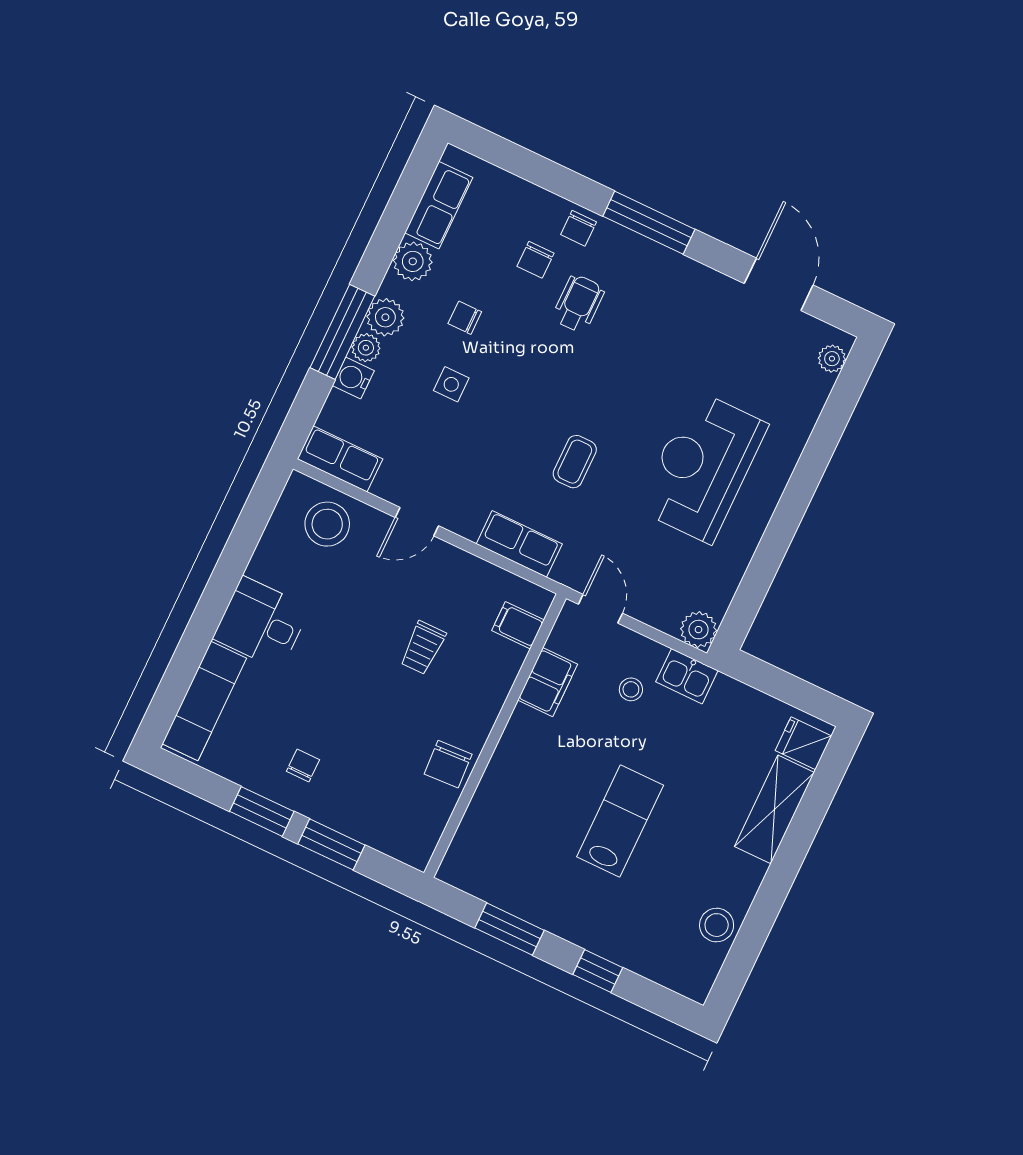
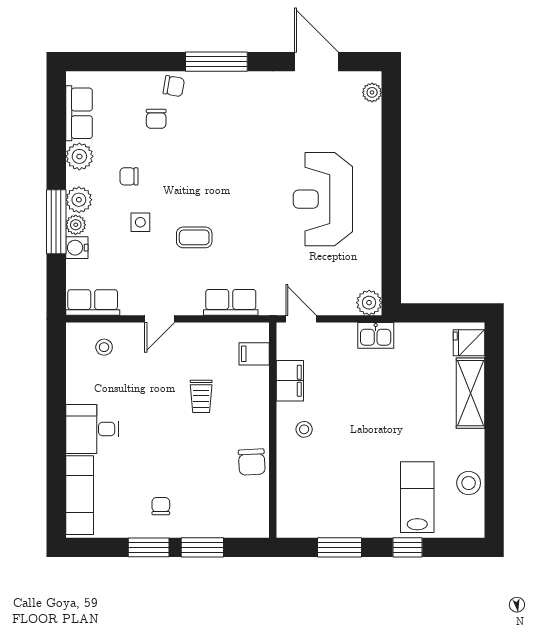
chair: (579, 228) -> (174, 86), turned -80
wheelchair: (578, 304) -> (196, 134), removed
coffee table: (575, 462) -> (194, 237), moved, turned 90
stool: (327, 524) -> (104, 347), width x0.53, depth x0.53
stool: (631, 689) -> (304, 429), moved
lab bench: (620, 821) -> (417, 497), moved

